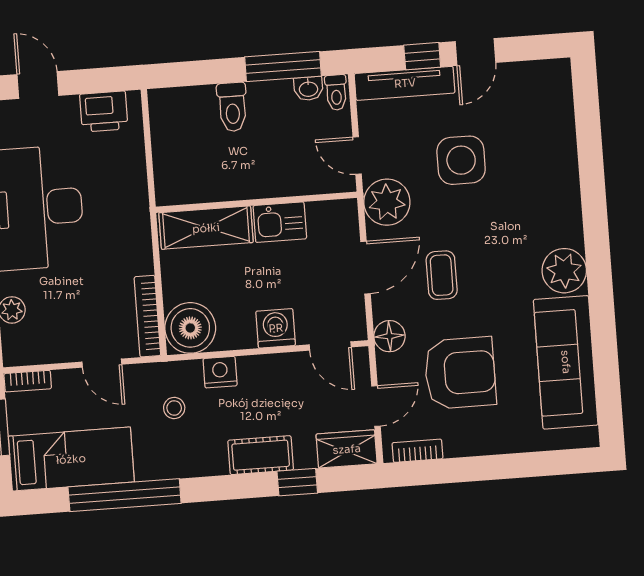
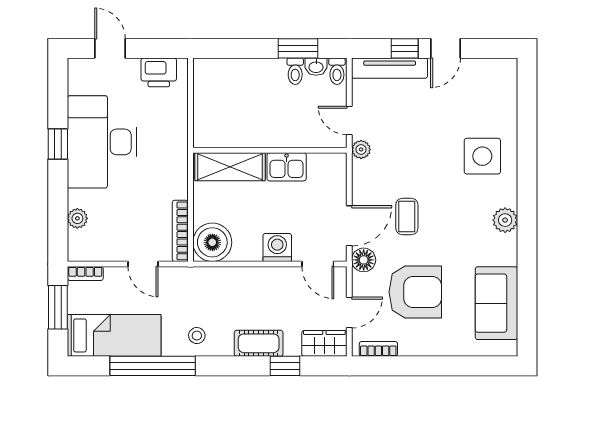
window: (283, 67) -> (298, 48), width x0.69
toilet: (232, 107) -> (295, 71), moved, width x0.73, depth x0.72
side table: (461, 160) -> (482, 156), moved
plant: (387, 202) -> (361, 149), width x0.53, depth x0.53
door: (366, 268) -> (349, 226), moved
plant: (564, 271) -> (505, 220), width x0.73, depth x0.73
sofa: (566, 362) -> (496, 303), width x0.73
nightstand: (220, 372) -> (232, 278), removed
stool: (174, 408) -> (197, 336), moved

